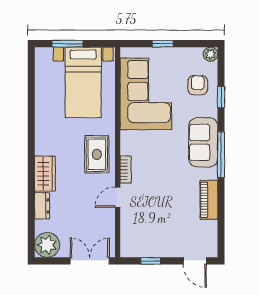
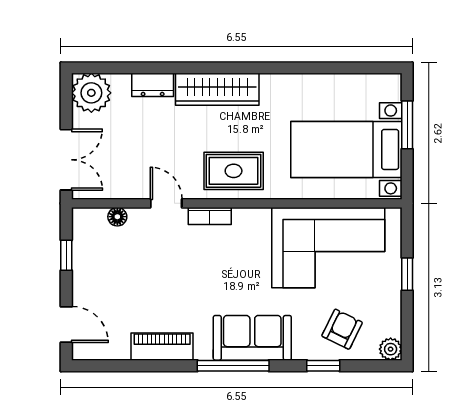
armchair: (198, 85) -> (342, 329), turned -64
wardrobe: (45, 174) -> (217, 89), width x1.50
floor lamp: (126, 228) -> (117, 217), added
door: (195, 261) -> (66, 324), swing flipped

